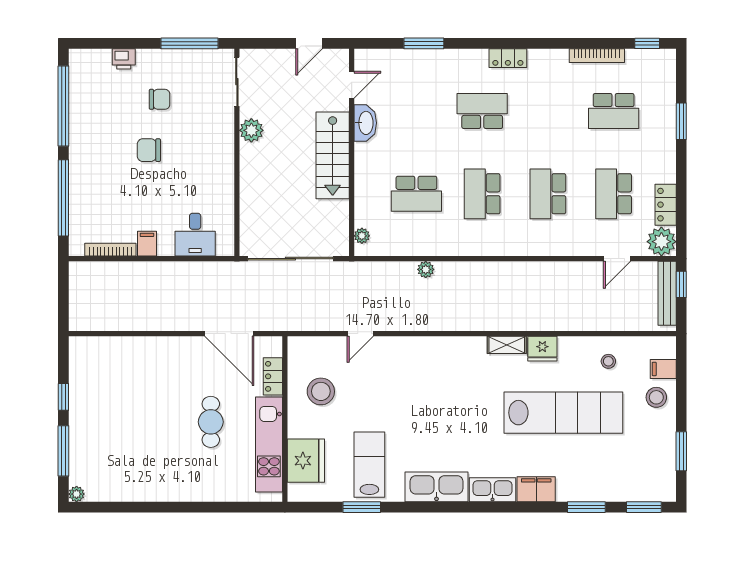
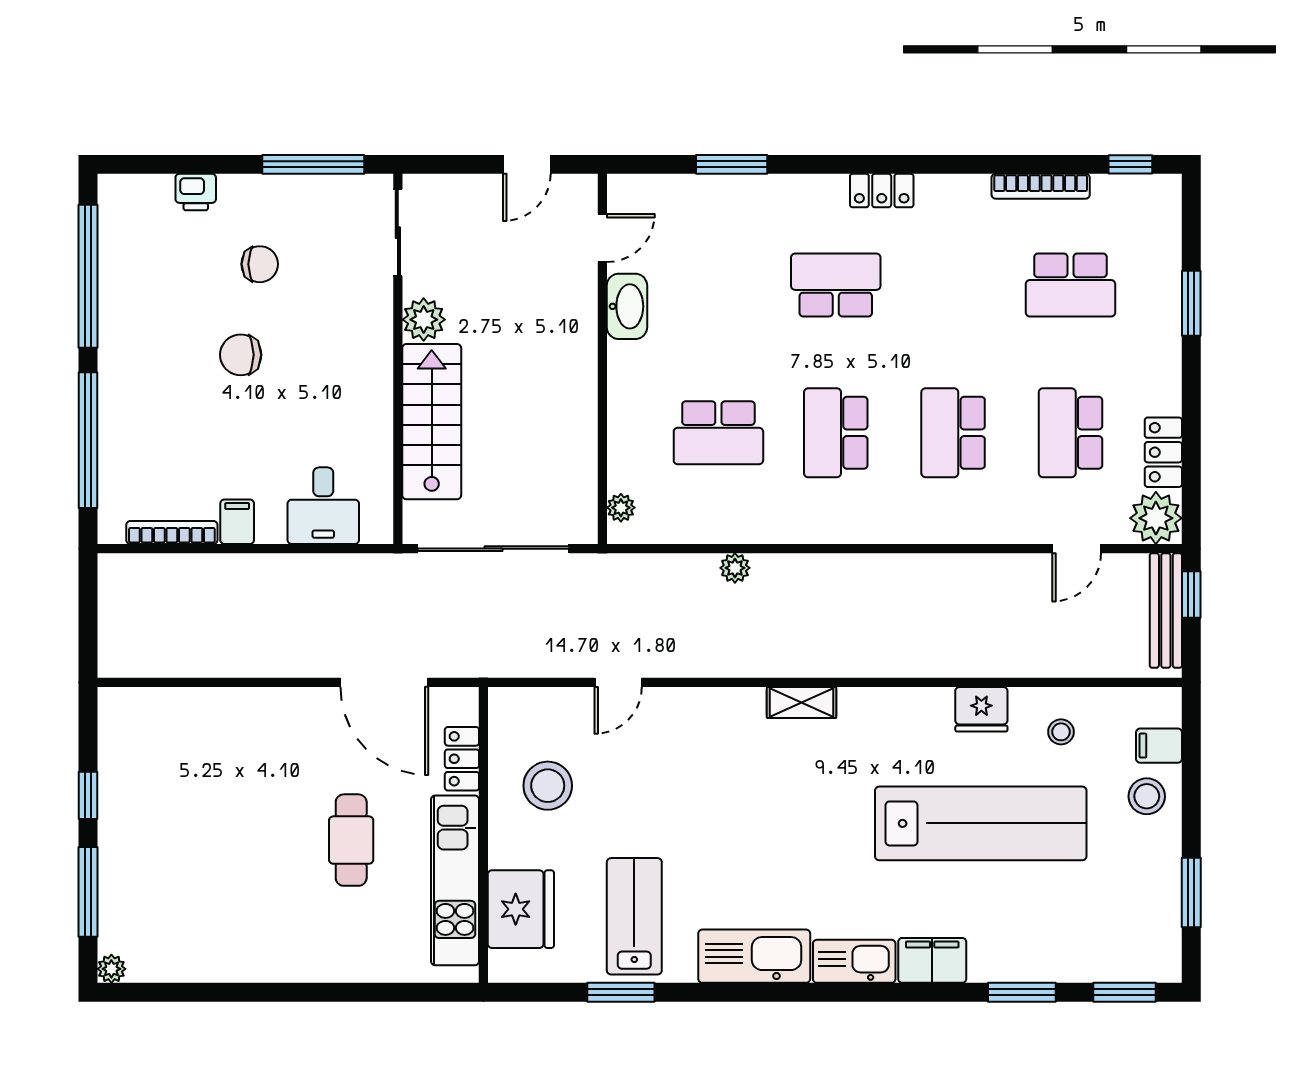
stairs: (333, 155) -> (432, 422), moved, turned 180
shelving: (507, 345) -> (802, 703), moved
fridge: (542, 349) -> (981, 709), moved

